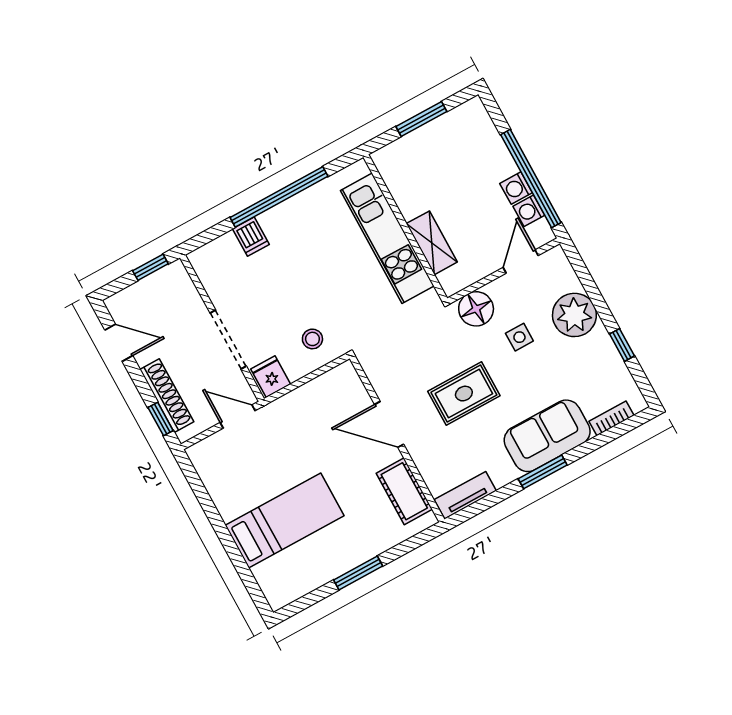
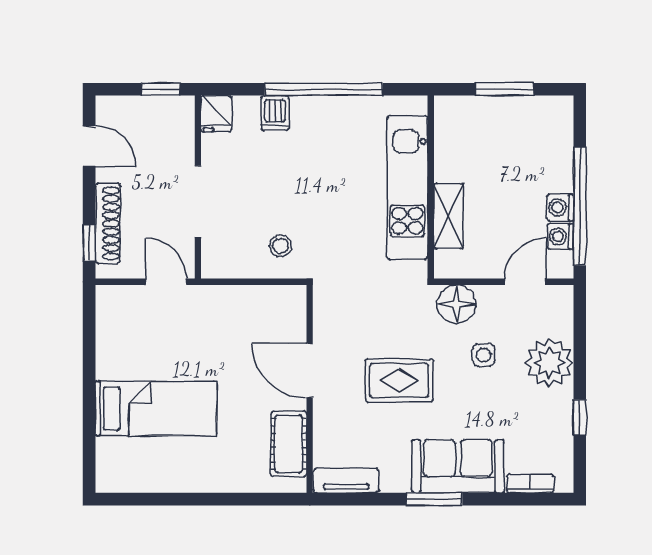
fridge: (271, 377) -> (216, 114), moved, turned 180
window: (358, 573) -> (200, 499), removed

